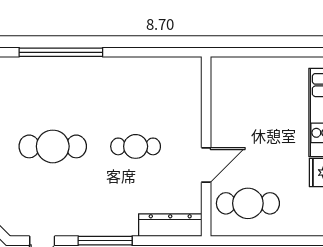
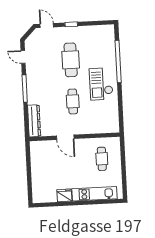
checkout: (104, 88) -> (101, 84), added
cafe table: (248, 203) -> (102, 159), moved, width x0.73, depth x0.74

